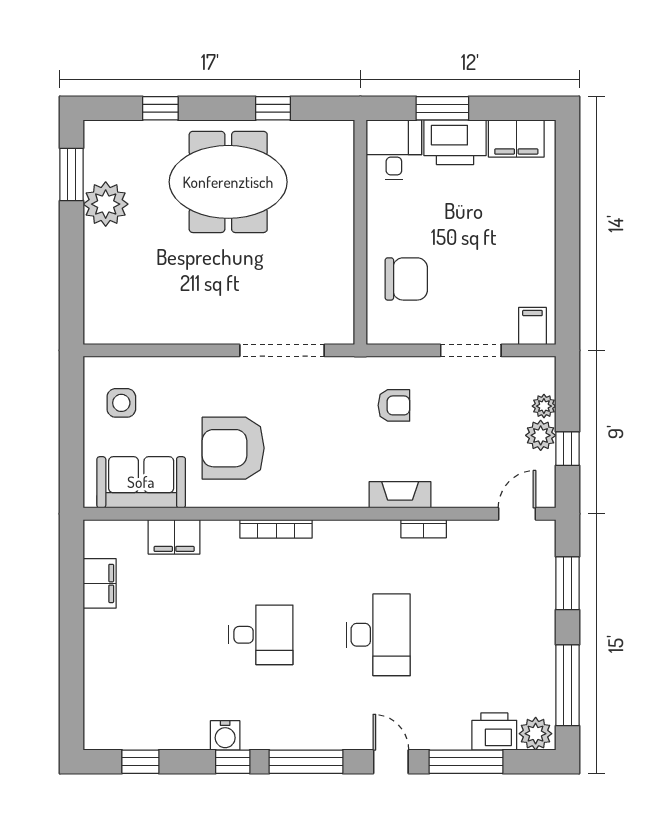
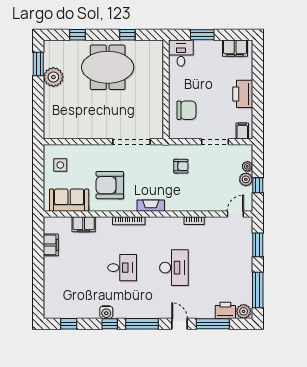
printer: (455, 142) -> (243, 94), moved, turned 90
fireplace: (400, 495) -> (151, 206), moved

